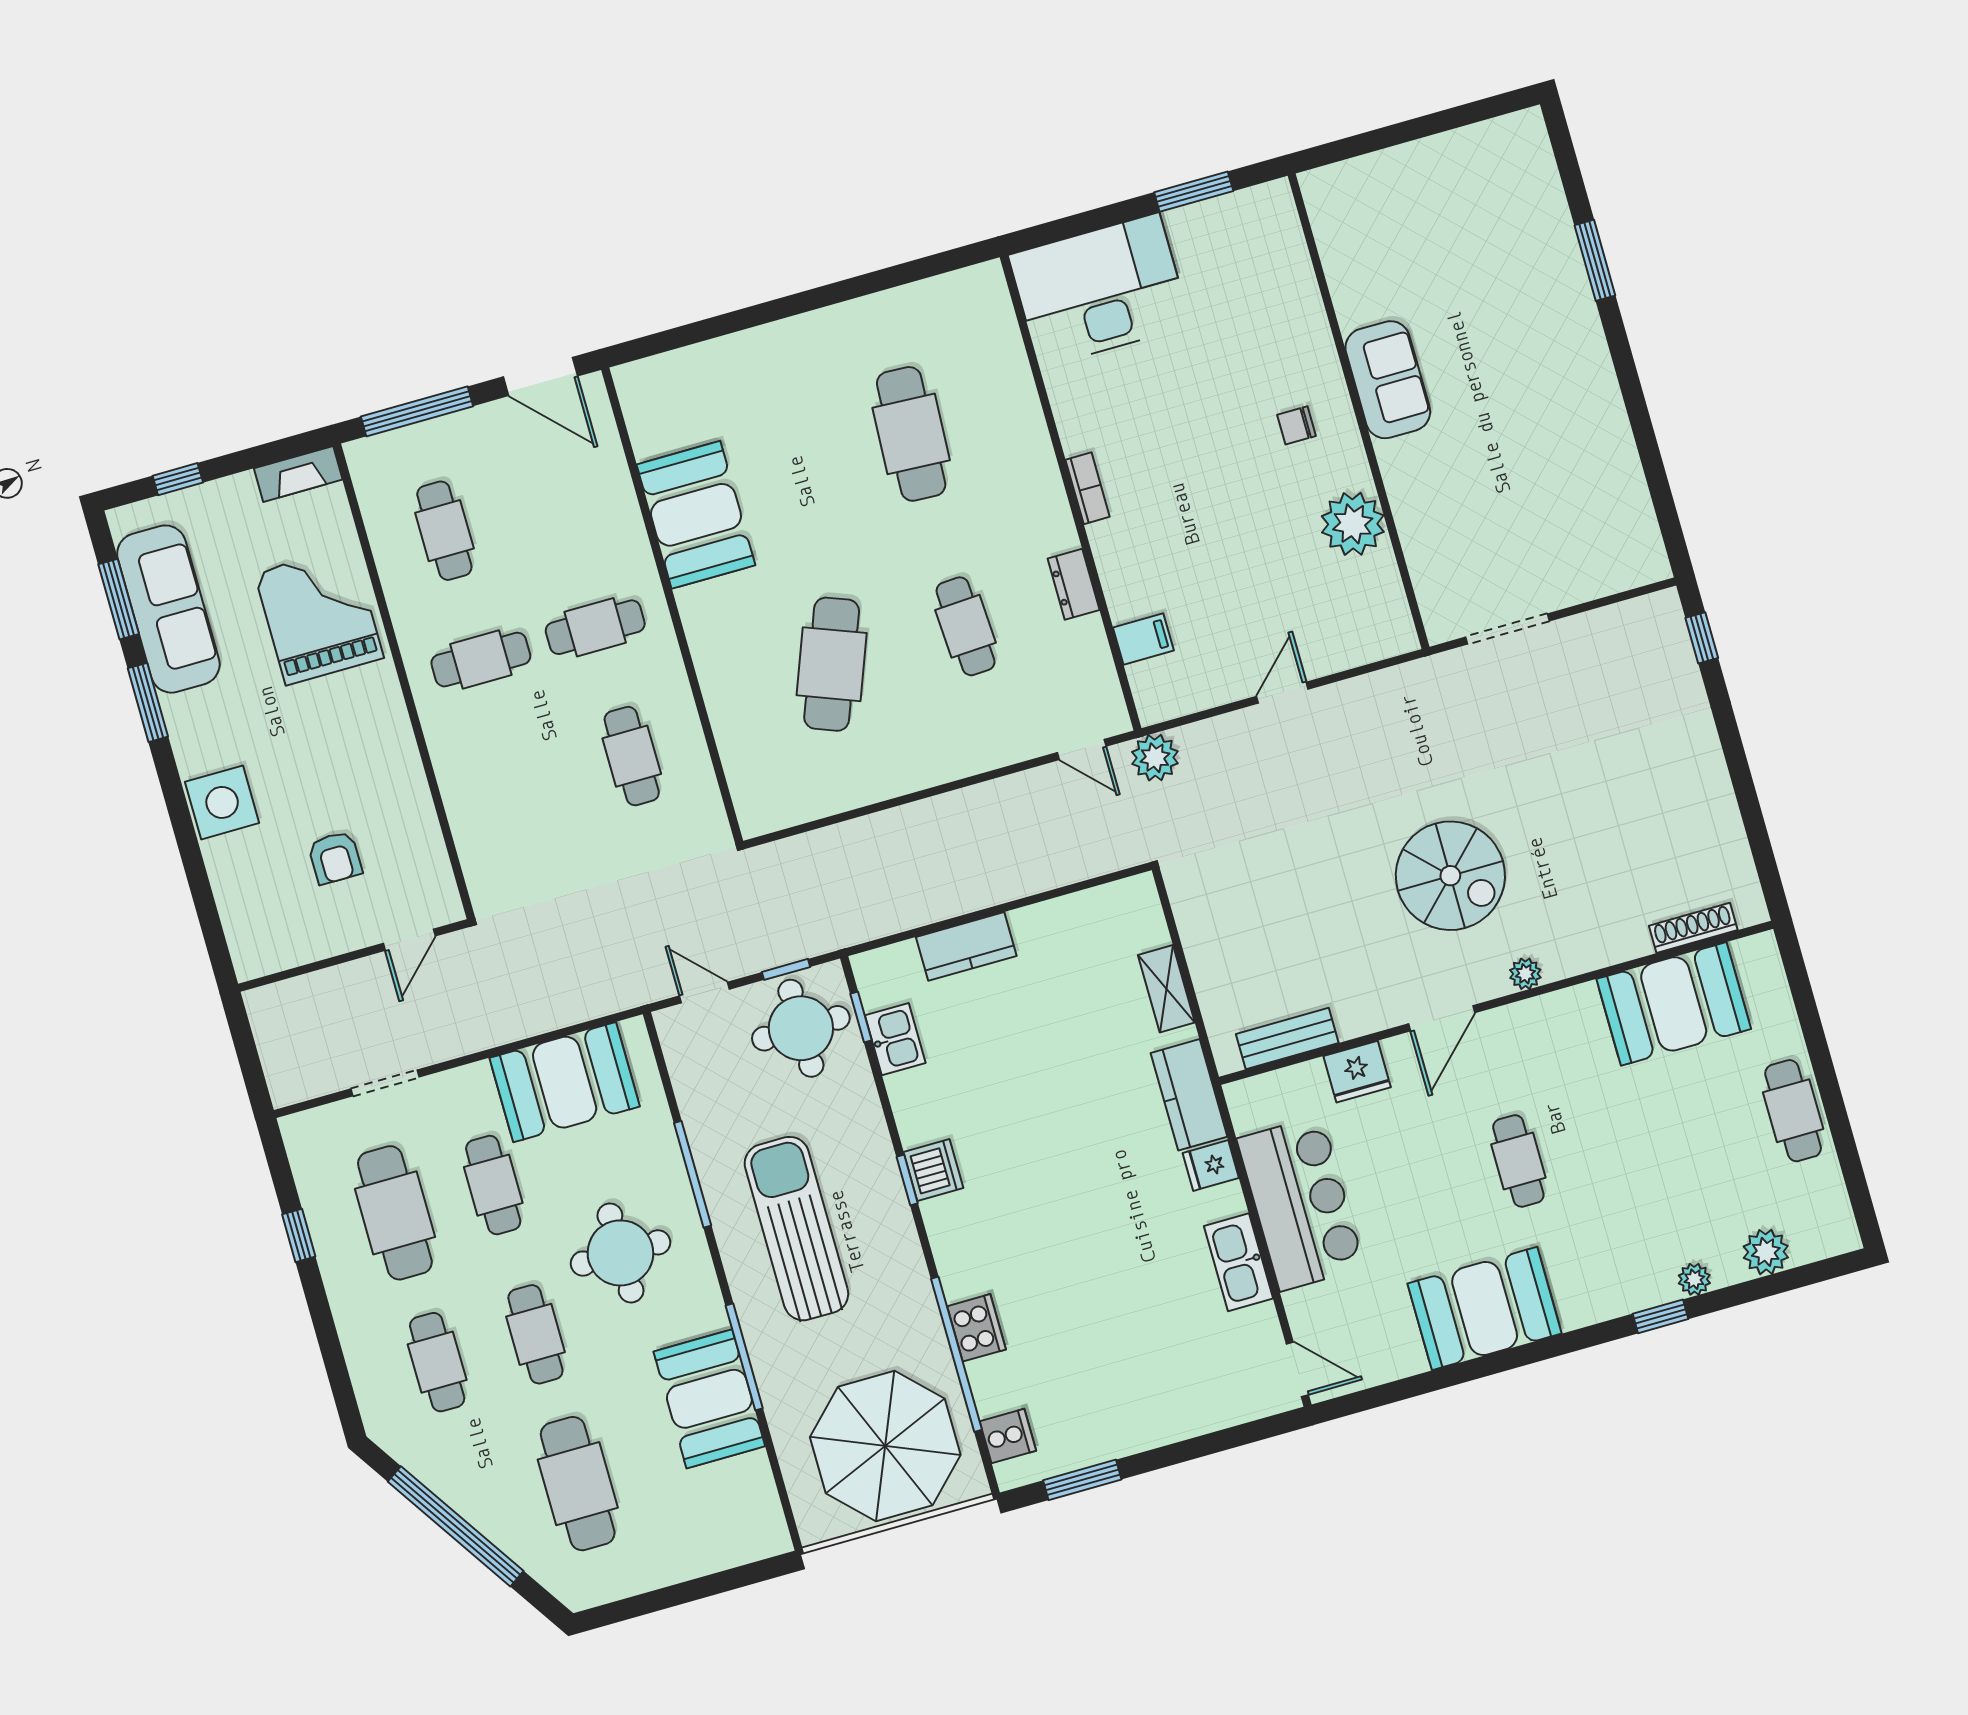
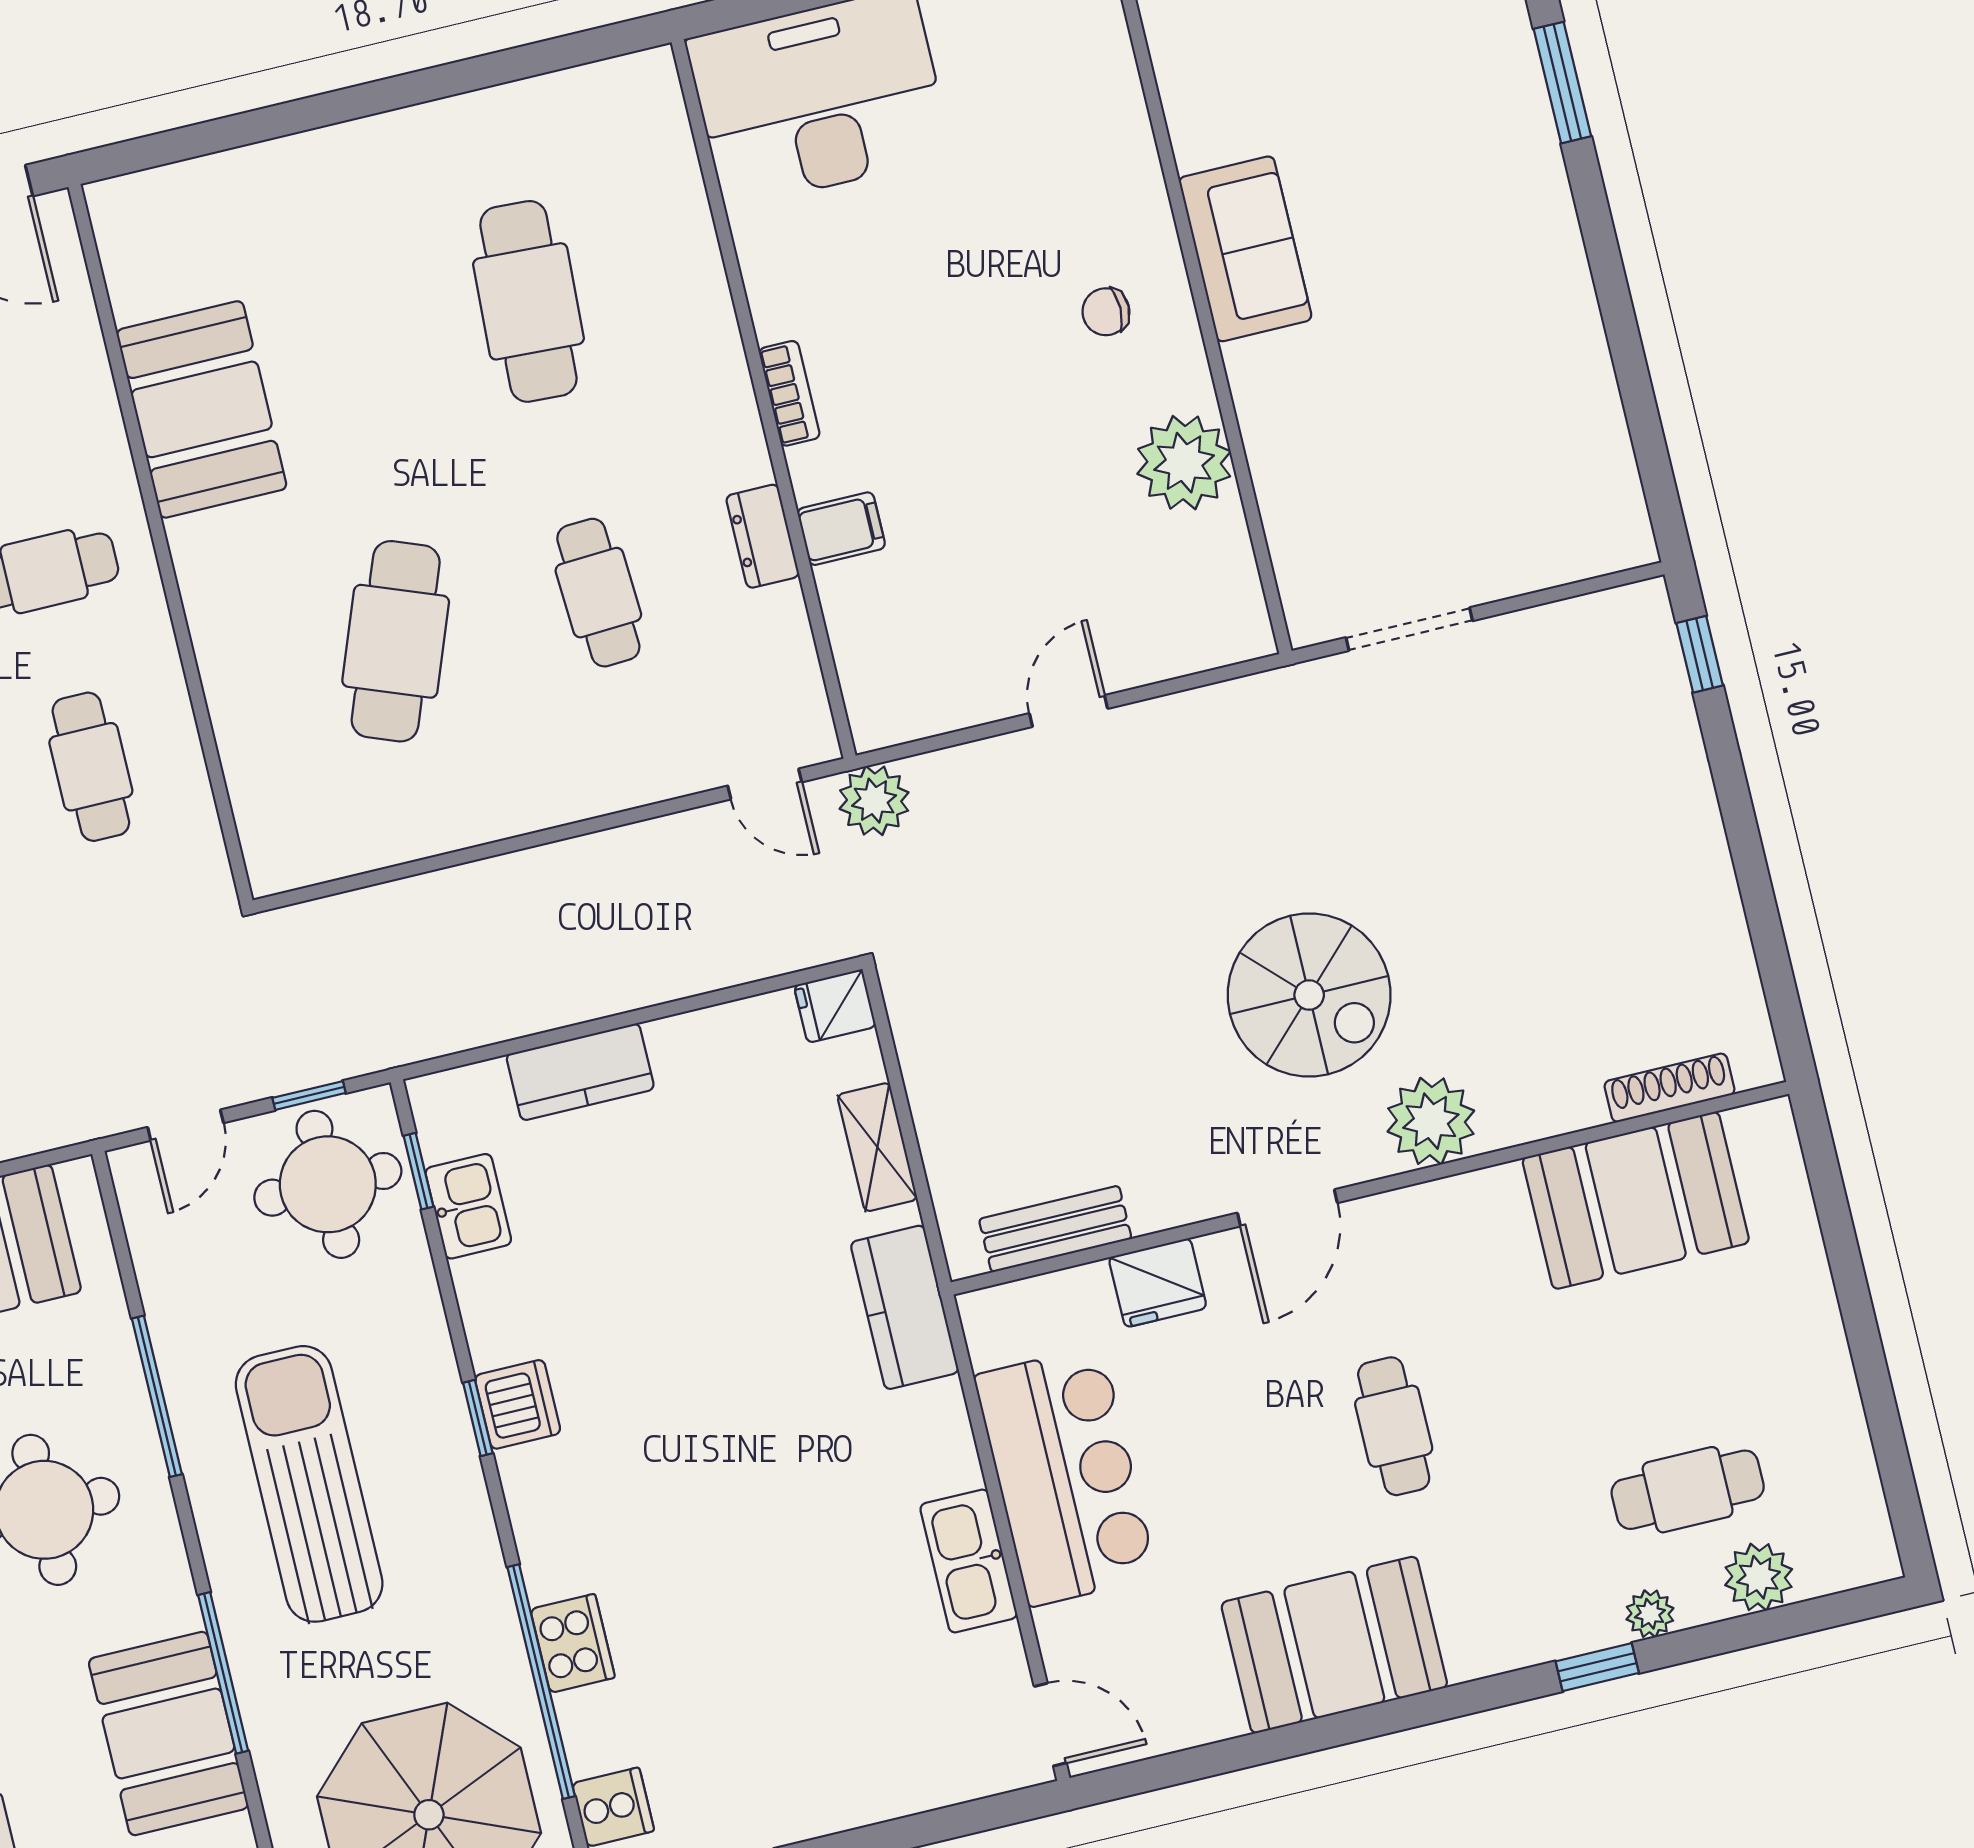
filing cabinet: (1143, 639) -> (841, 529), moved
plant: (1525, 974) -> (1431, 1121), width x1.88, depth x1.88
door: (704, 993) -> (186, 1125), swing flipped
cafe table: (1793, 1111) -> (1688, 1490), moved, turned 90
fridge: (1211, 1166) -> (835, 1006), moved

